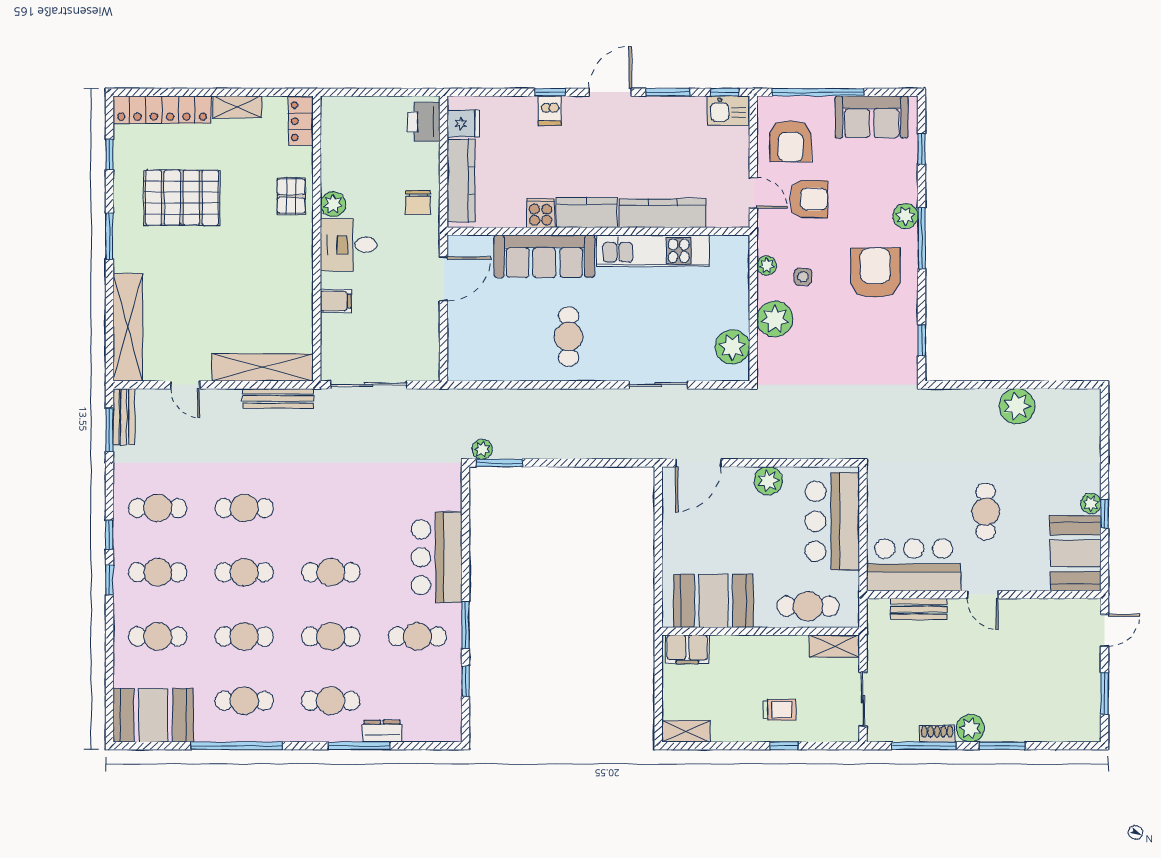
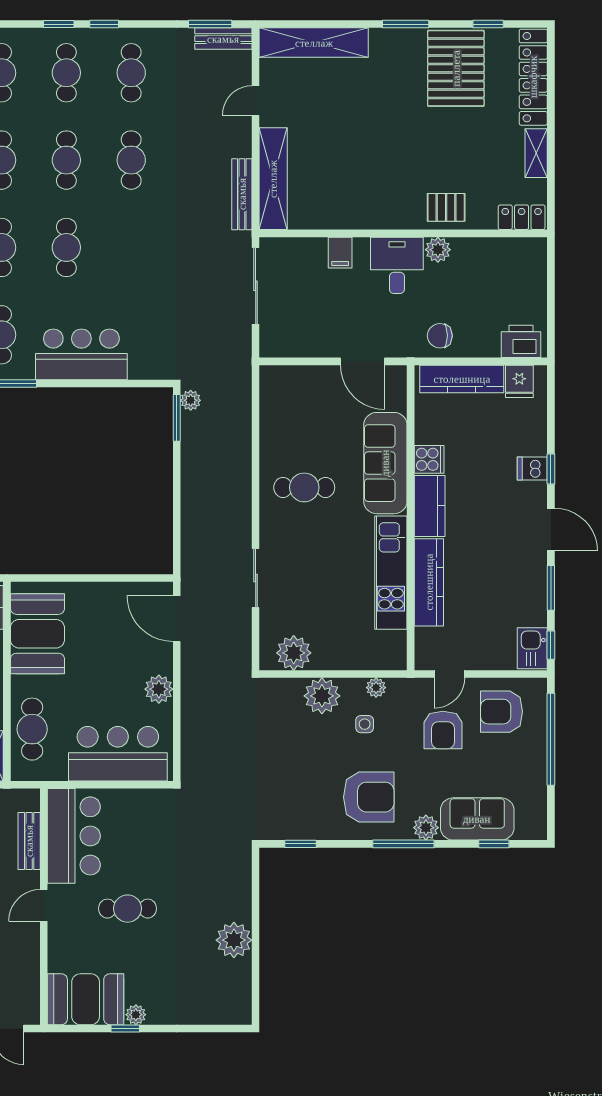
sofa: (872, 117) -> (477, 819), moved, turned 90
pallet: (182, 198) -> (456, 68), moved

